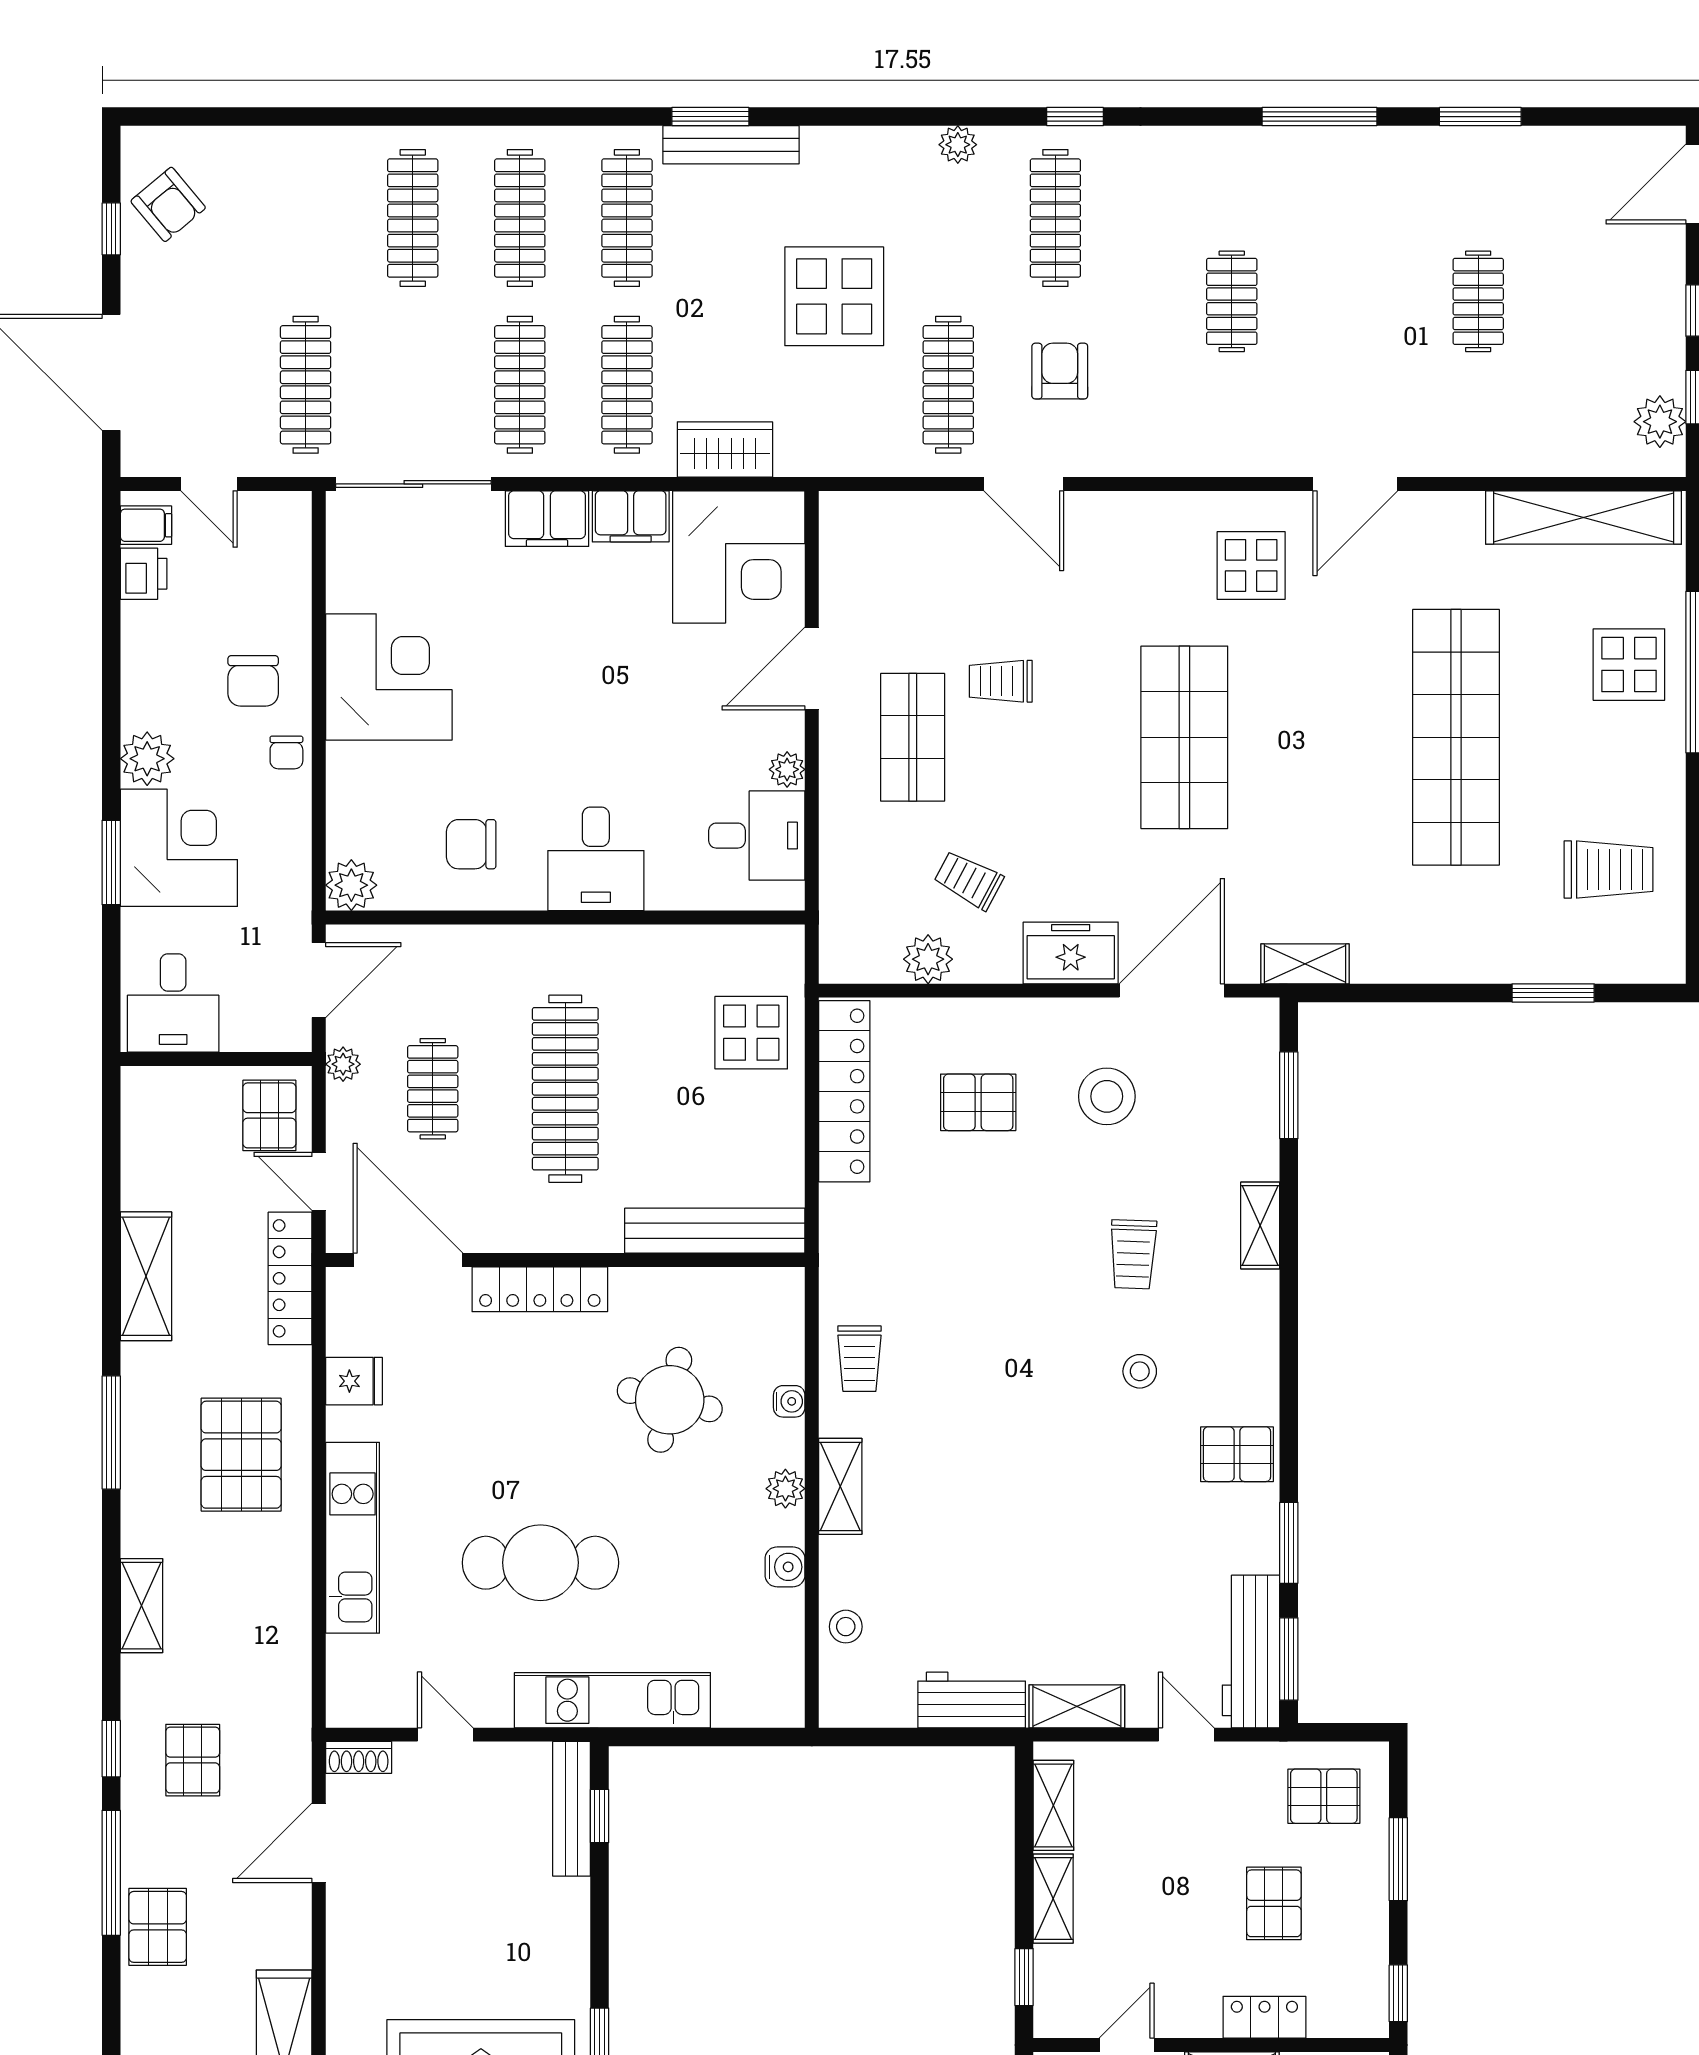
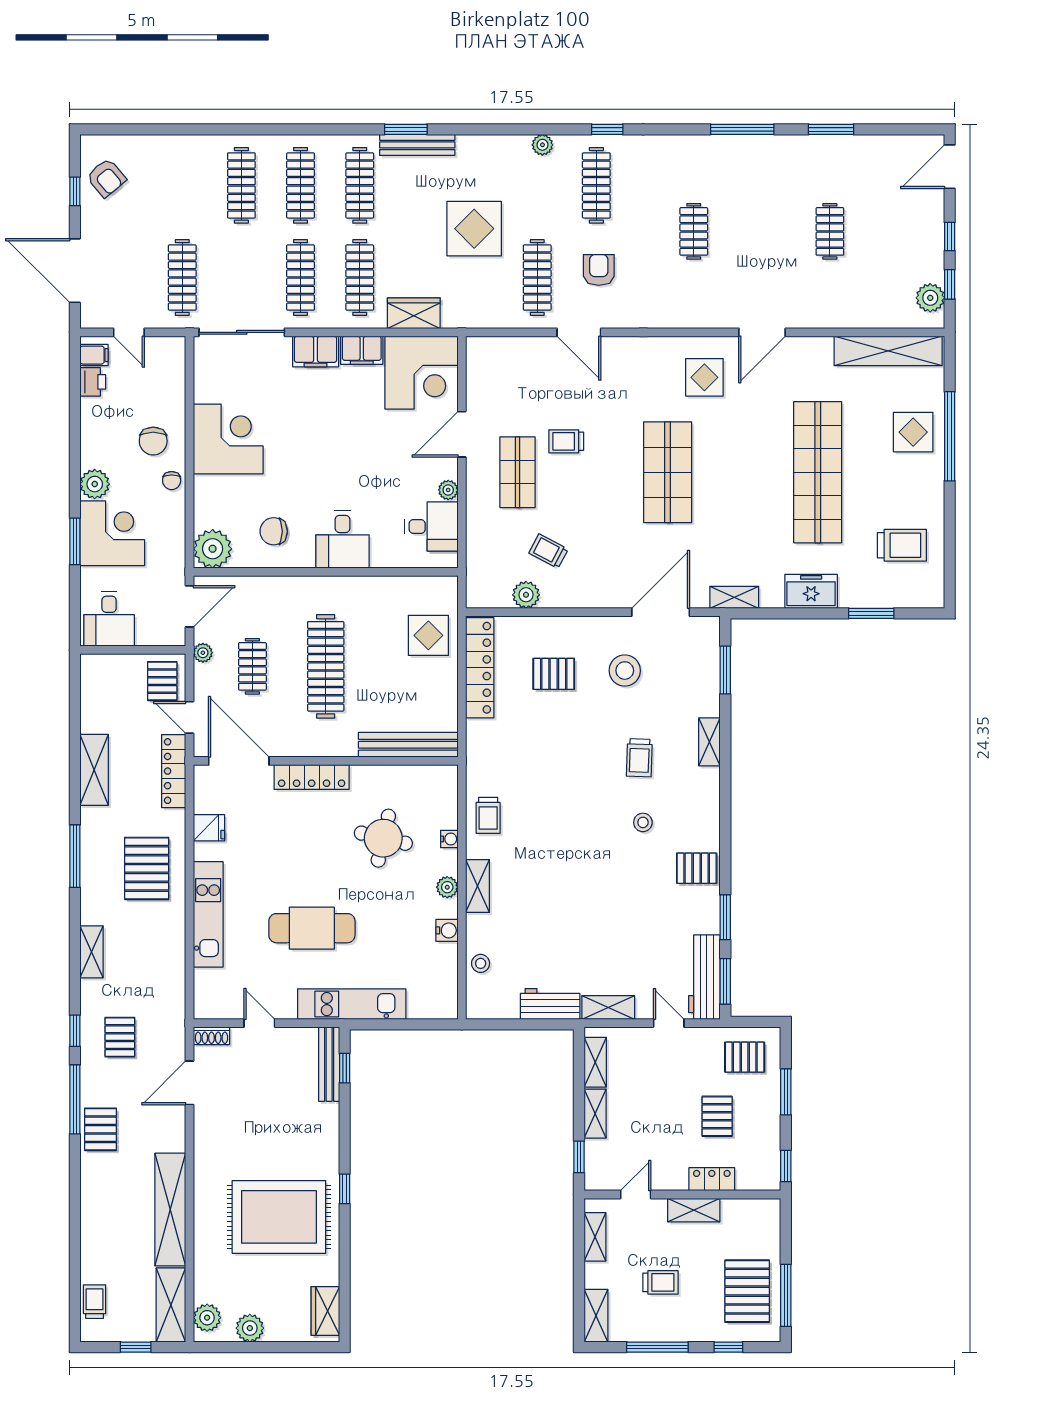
plant: (351, 885) -> (213, 549), width x1.36, depth x1.36
freezer: (1071, 953) -> (811, 591), moved

